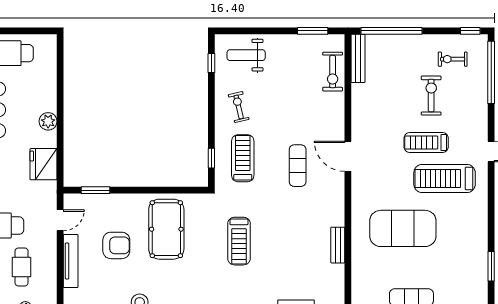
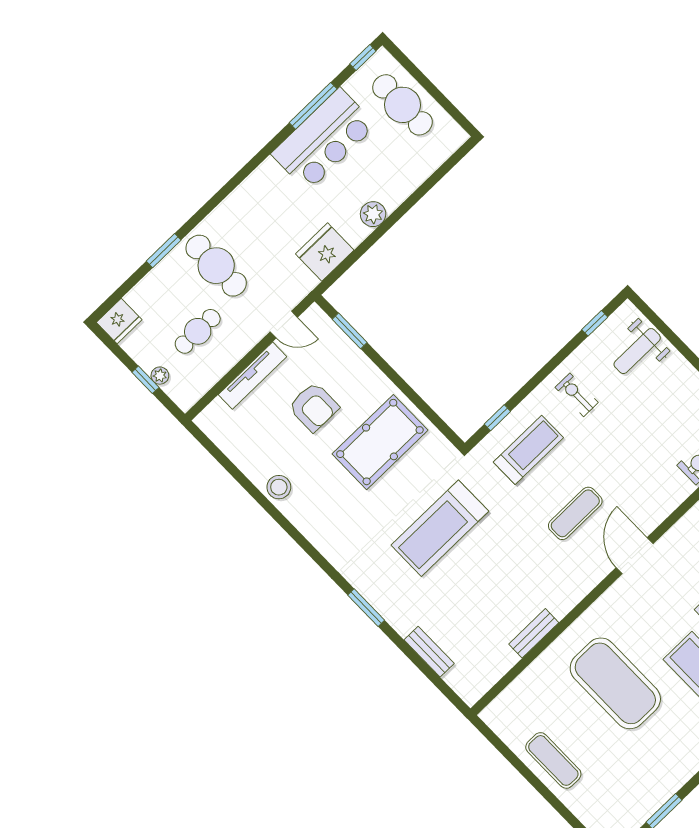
weight bench: (246, 55) -> (637, 351), turned -90
exercise bike: (239, 107) -> (577, 395), turned -77
treadmill: (239, 241) -> (440, 528), width x1.37, depth x1.38

